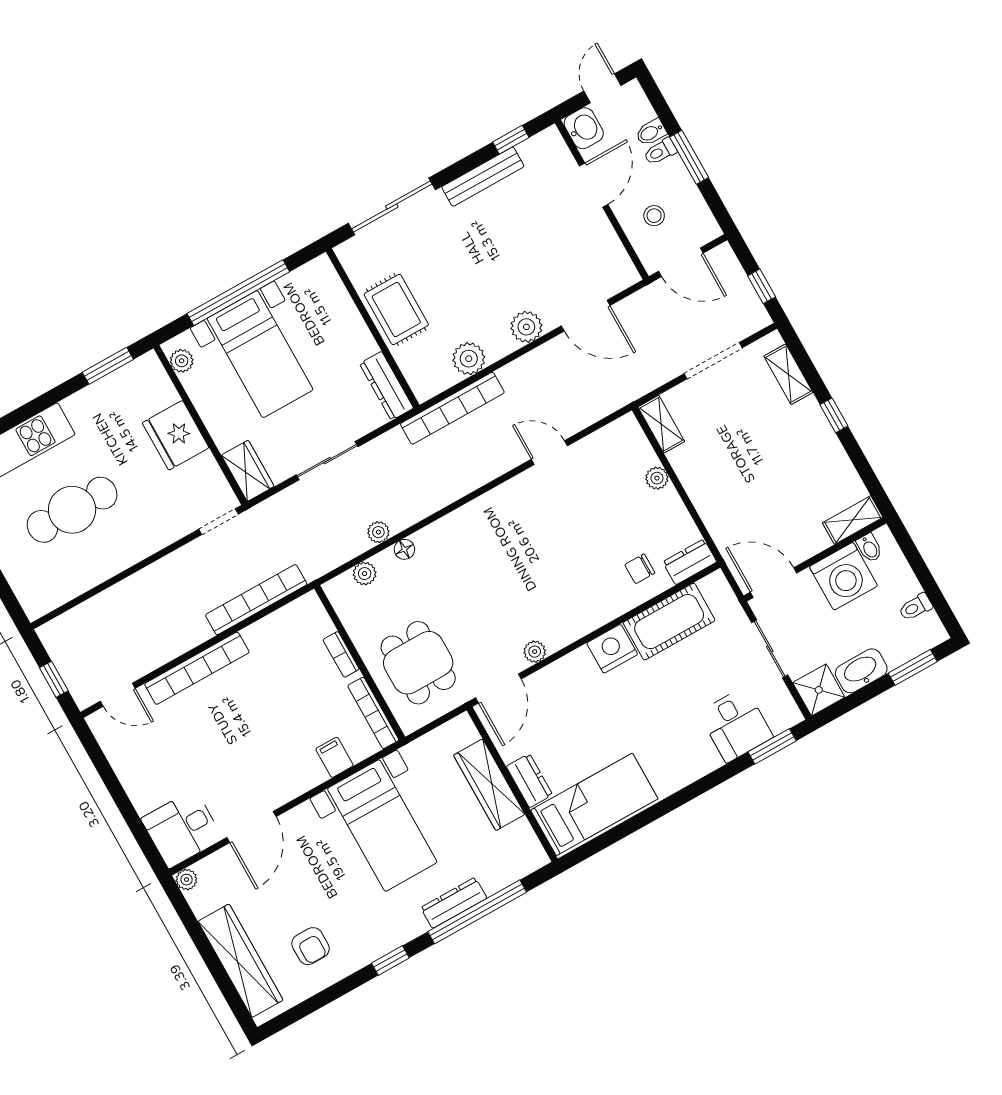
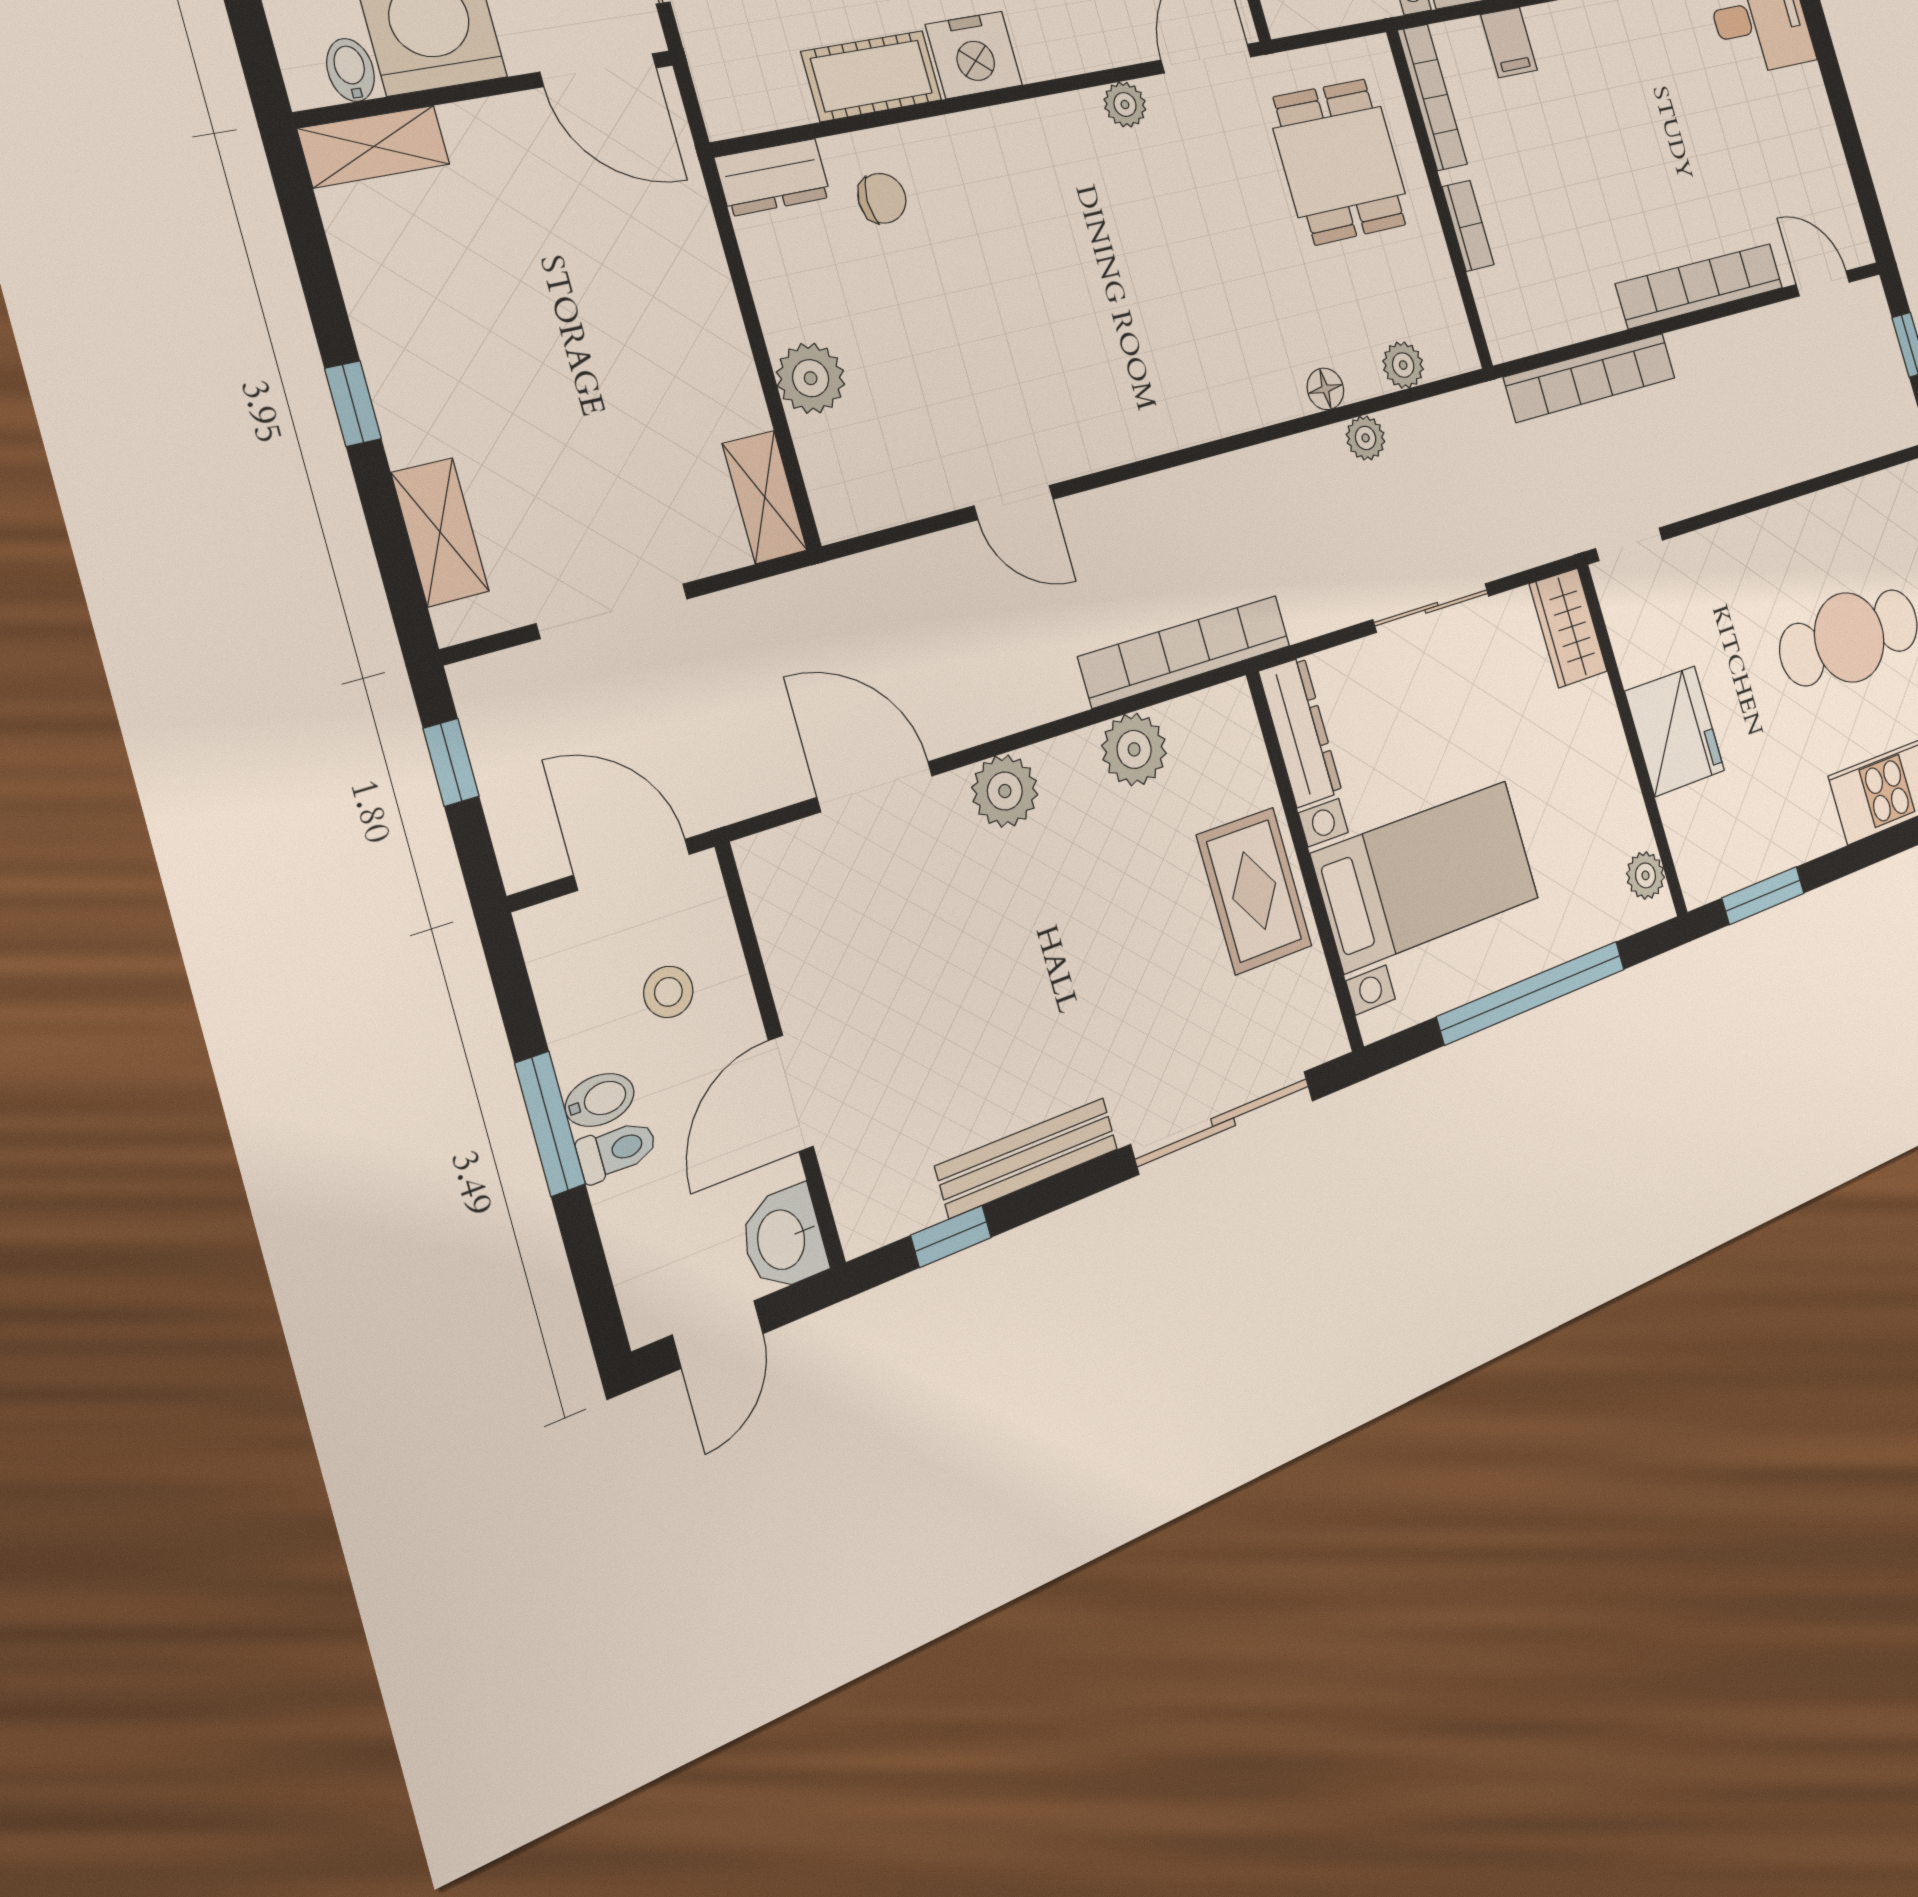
bidet: (651, 132) -> (600, 1100), moved
bed with nightstands: (260, 354) -> (1426, 876), moved, turned 90
plant: (657, 478) -> (811, 378), width x1.38, depth x1.38
cot: (669, 622) -> (872, 76), width x0.73, depth x0.75

